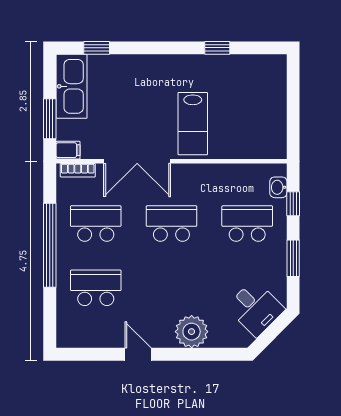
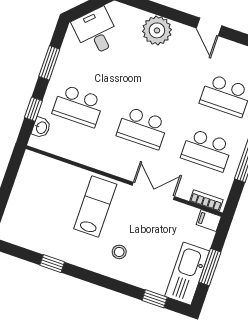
stool: (151, 84) -> (119, 252), added
window: (50, 119) -> (210, 267), moved
double door: (137, 161) -> (153, 191), width x0.73

